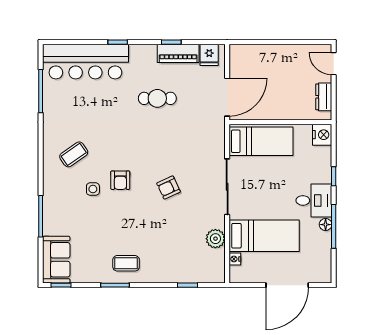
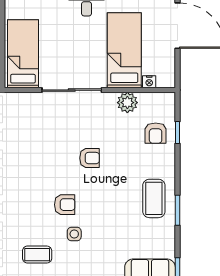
coffee table: (74, 154) -> (37, 255), turned -55
armchair: (169, 188) -> (90, 158), moved, turned -65
coffee table: (126, 263) -> (154, 198), width x1.36, depth x1.30
armchair: (187, 265) -> (156, 133), added

